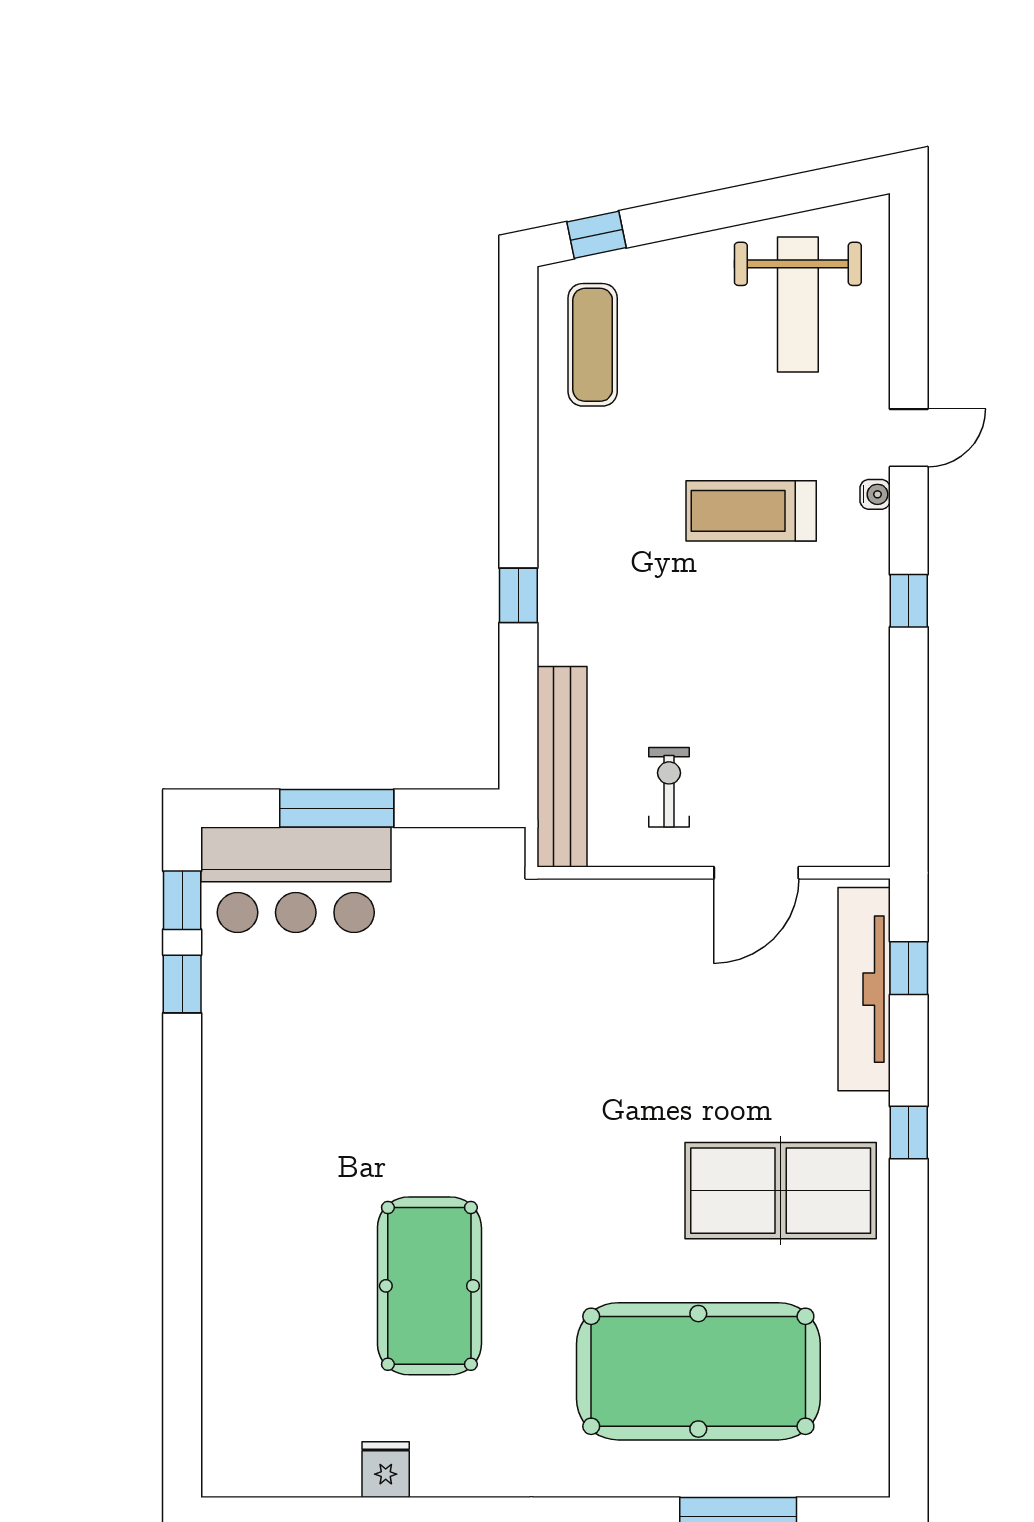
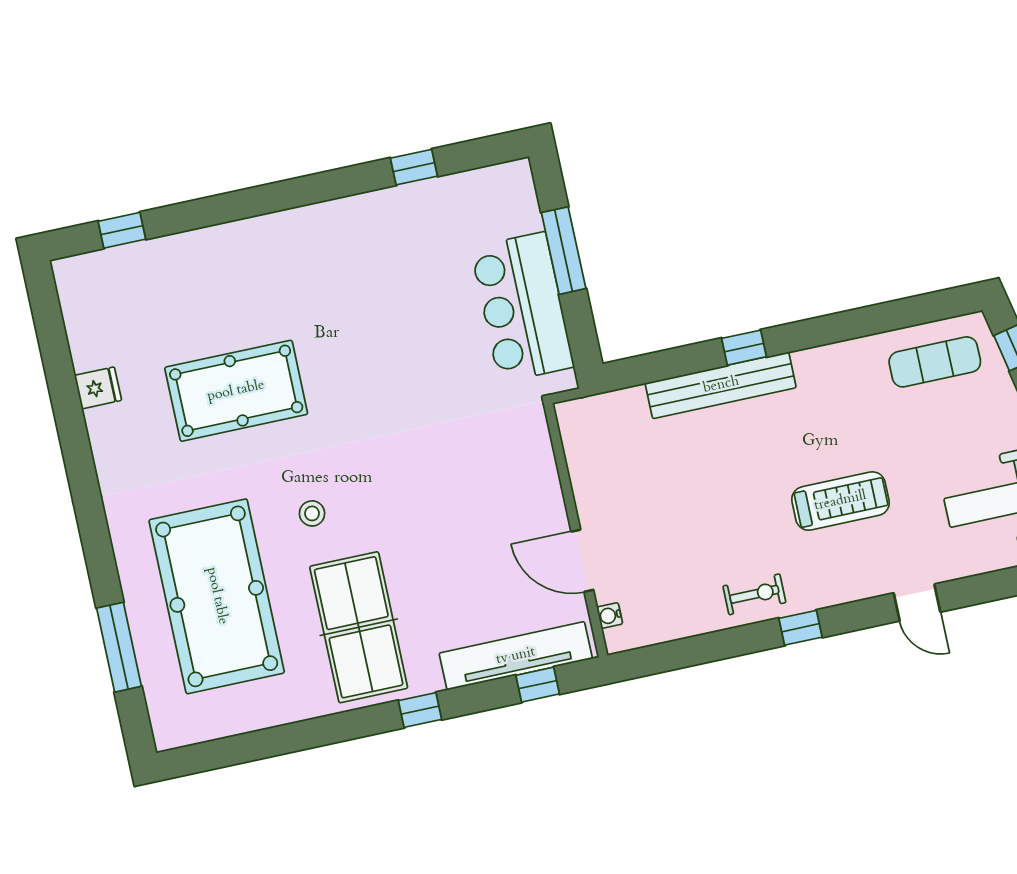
water cooler: (875, 494) -> (610, 616), moved, turned 90
treadmill: (751, 511) -> (840, 501), turned 90
bench: (562, 767) -> (721, 385), moved
exercise bike: (669, 787) -> (754, 594), moved
bar counter: (296, 880) -> (522, 307), moved
window: (182, 900) -> (122, 230), moved
stool: (615, 1220) -> (312, 513), added

